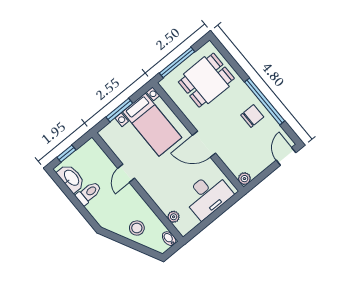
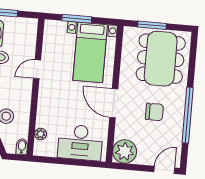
window: (177, 62) -> (152, 25), width x0.69
dining table: (206, 80) -> (161, 59), width x1.38
chair: (252, 116) -> (154, 112), moved
plant: (244, 179) -> (125, 152), width x1.88, depth x1.88

